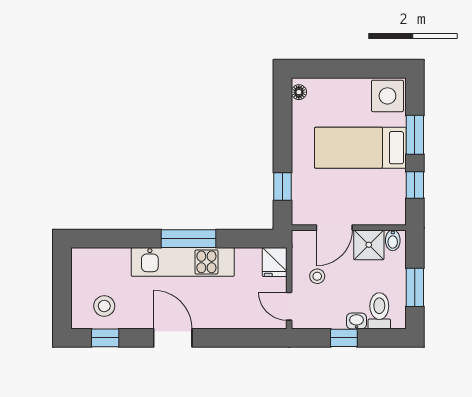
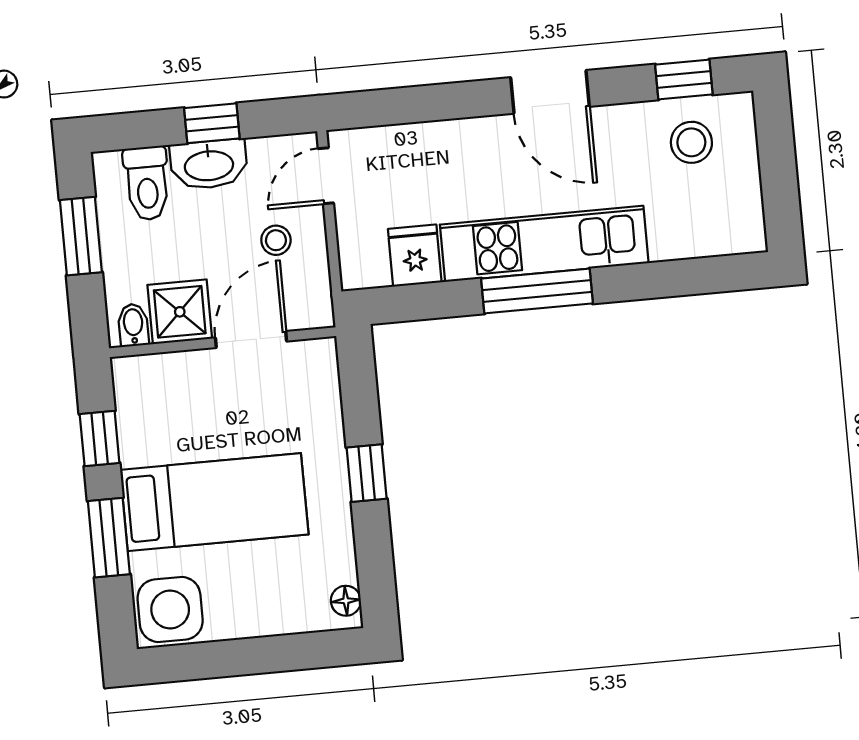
window: (283, 187) -> (367, 473), moved
fridge: (275, 262) -> (415, 256), moved
door: (289, 306) -> (326, 176), swing flipped
washbasin: (356, 321) -> (209, 164), width x1.91, depth x1.45

